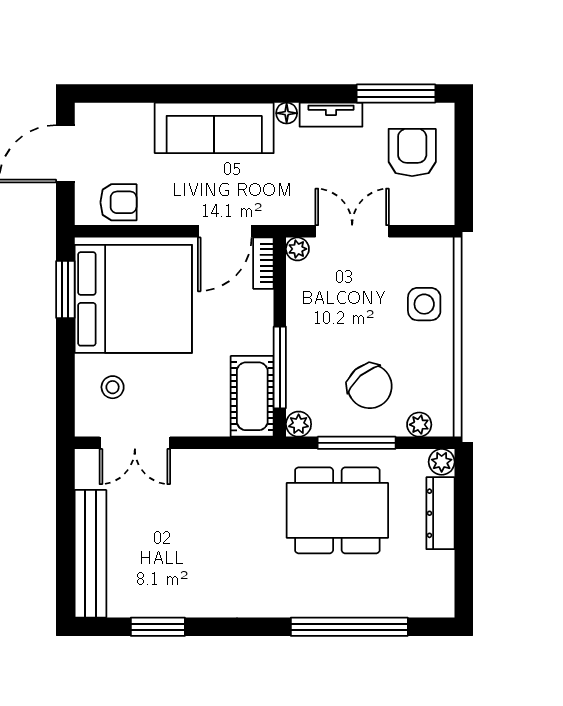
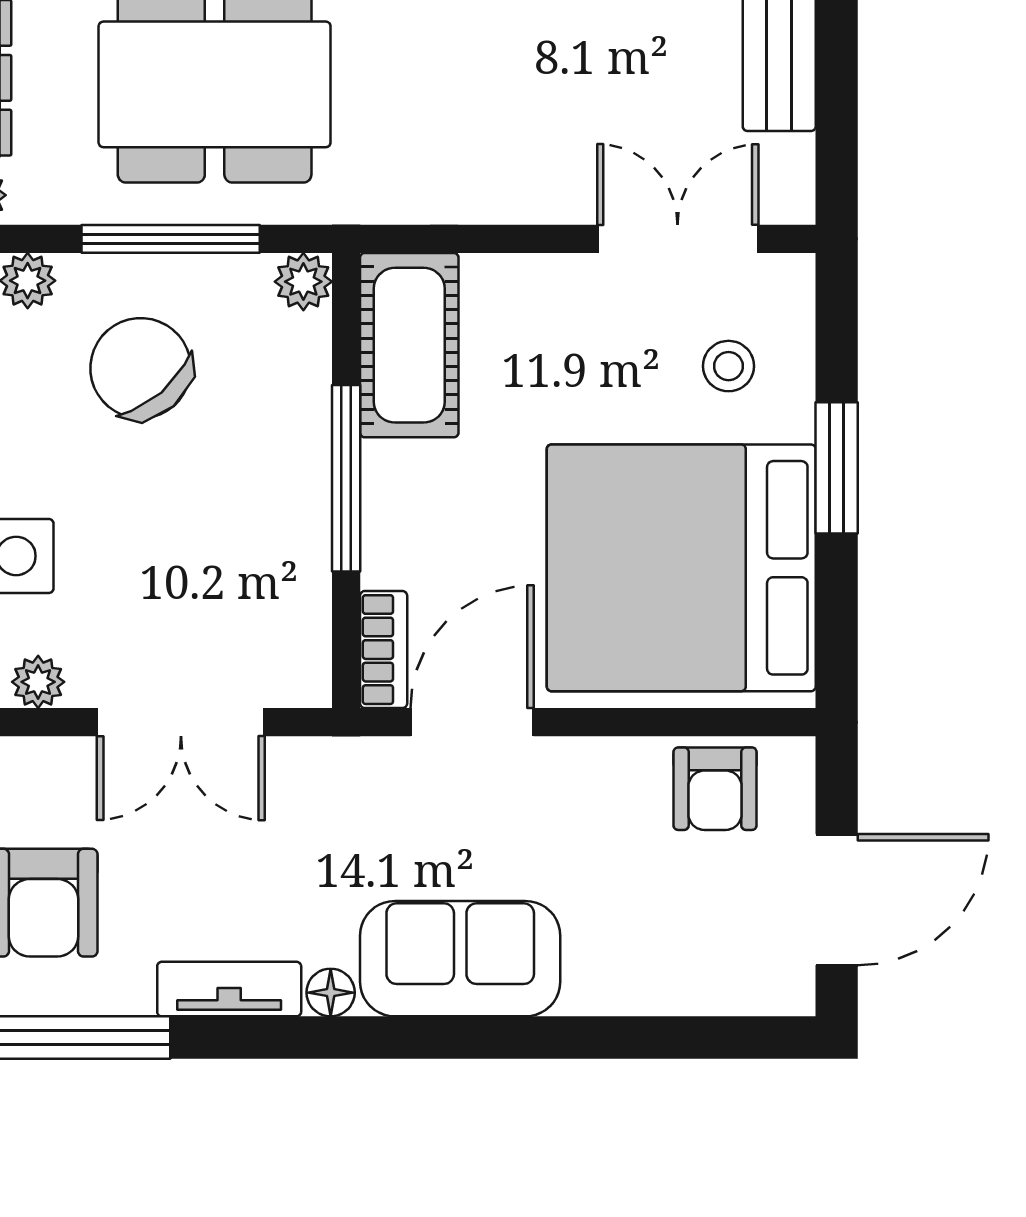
sofa: (214, 128) -> (460, 959), width x0.73
armchair: (118, 202) -> (715, 789), turned -90
plant: (297, 249) -> (38, 682), moved
window: (65, 290) -> (837, 468), moved
window: (280, 367) -> (346, 478), moved

